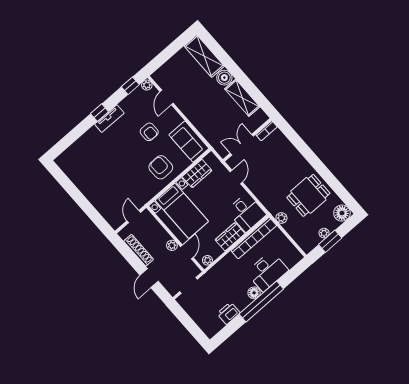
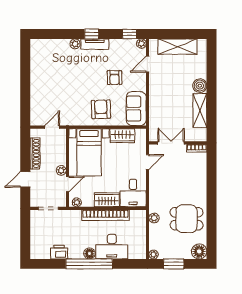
shelving: (204, 56) -> (177, 47), moved, turned 90
plant: (93, 132) -> (75, 44), added
plant: (324, 233) -> (154, 254), moved
bookcase: (254, 238) -> (105, 215), moved

